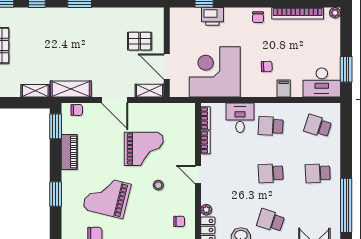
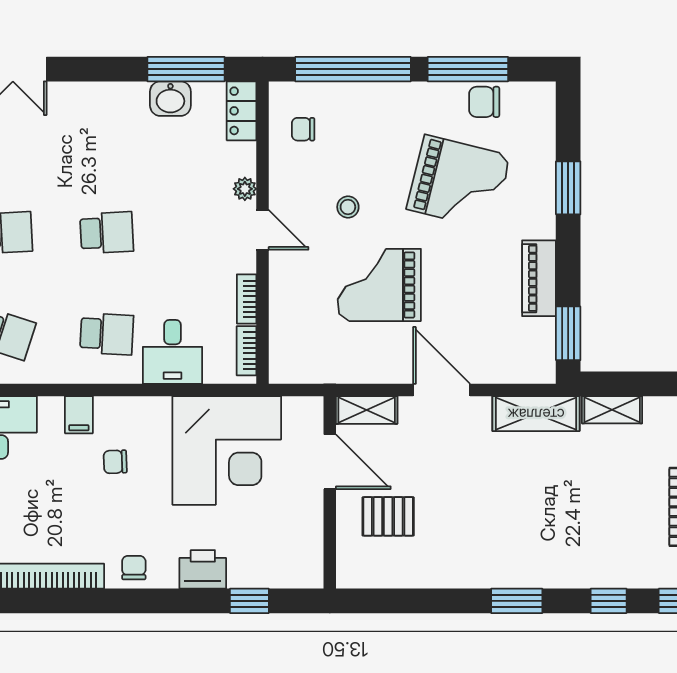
printer: (212, 16) -> (203, 569), moved
chair: (77, 110) -> (523, 369), removed
plant: (206, 210) -> (245, 189), moved
school desk: (271, 220) -> (107, 131), removed

